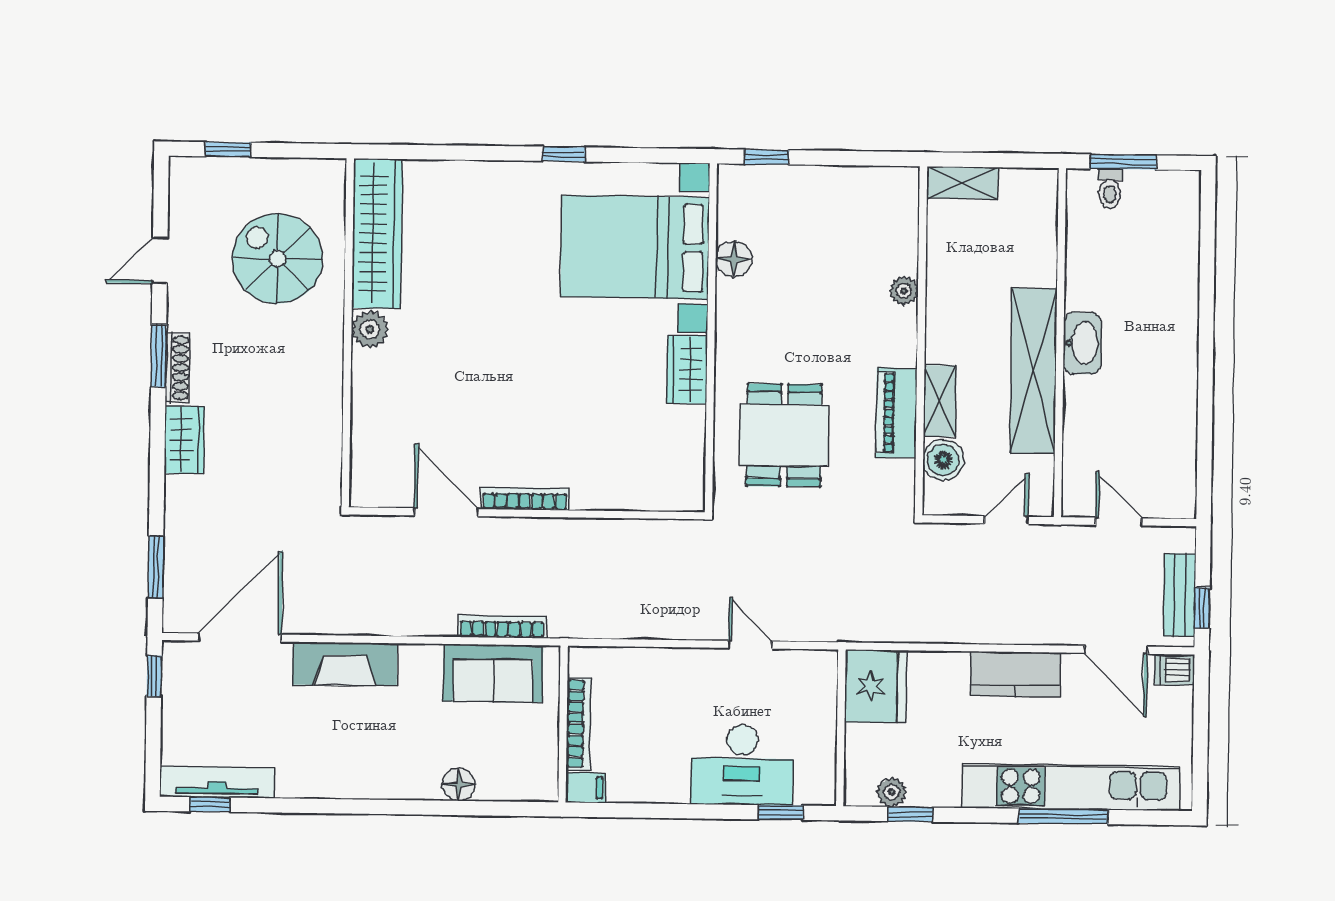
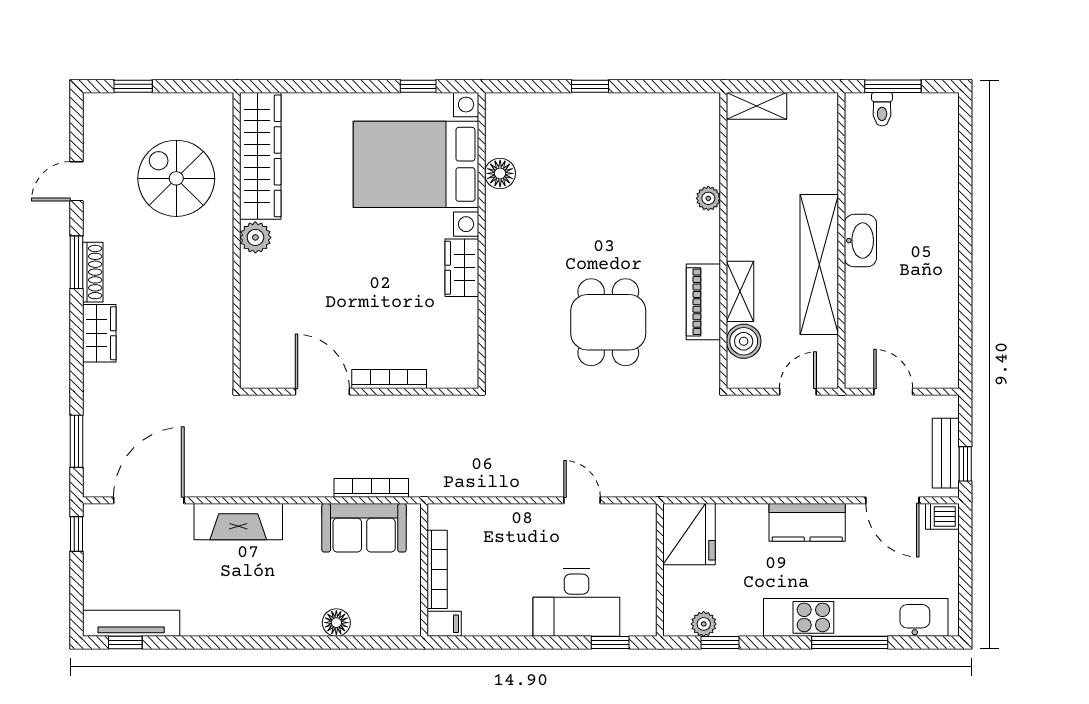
bed with nightstands: (635, 247) -> (416, 164), moved
floor lamp: (734, 259) -> (500, 173), moved
wall: (711, 338) -> (482, 240), moved
wardrobe: (687, 370) -> (462, 268), moved

